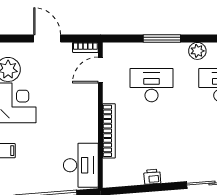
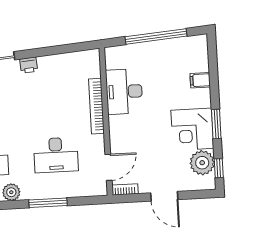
desk: (81, 165) -> (124, 92), moved
printer: (152, 177) -> (29, 65), moved

